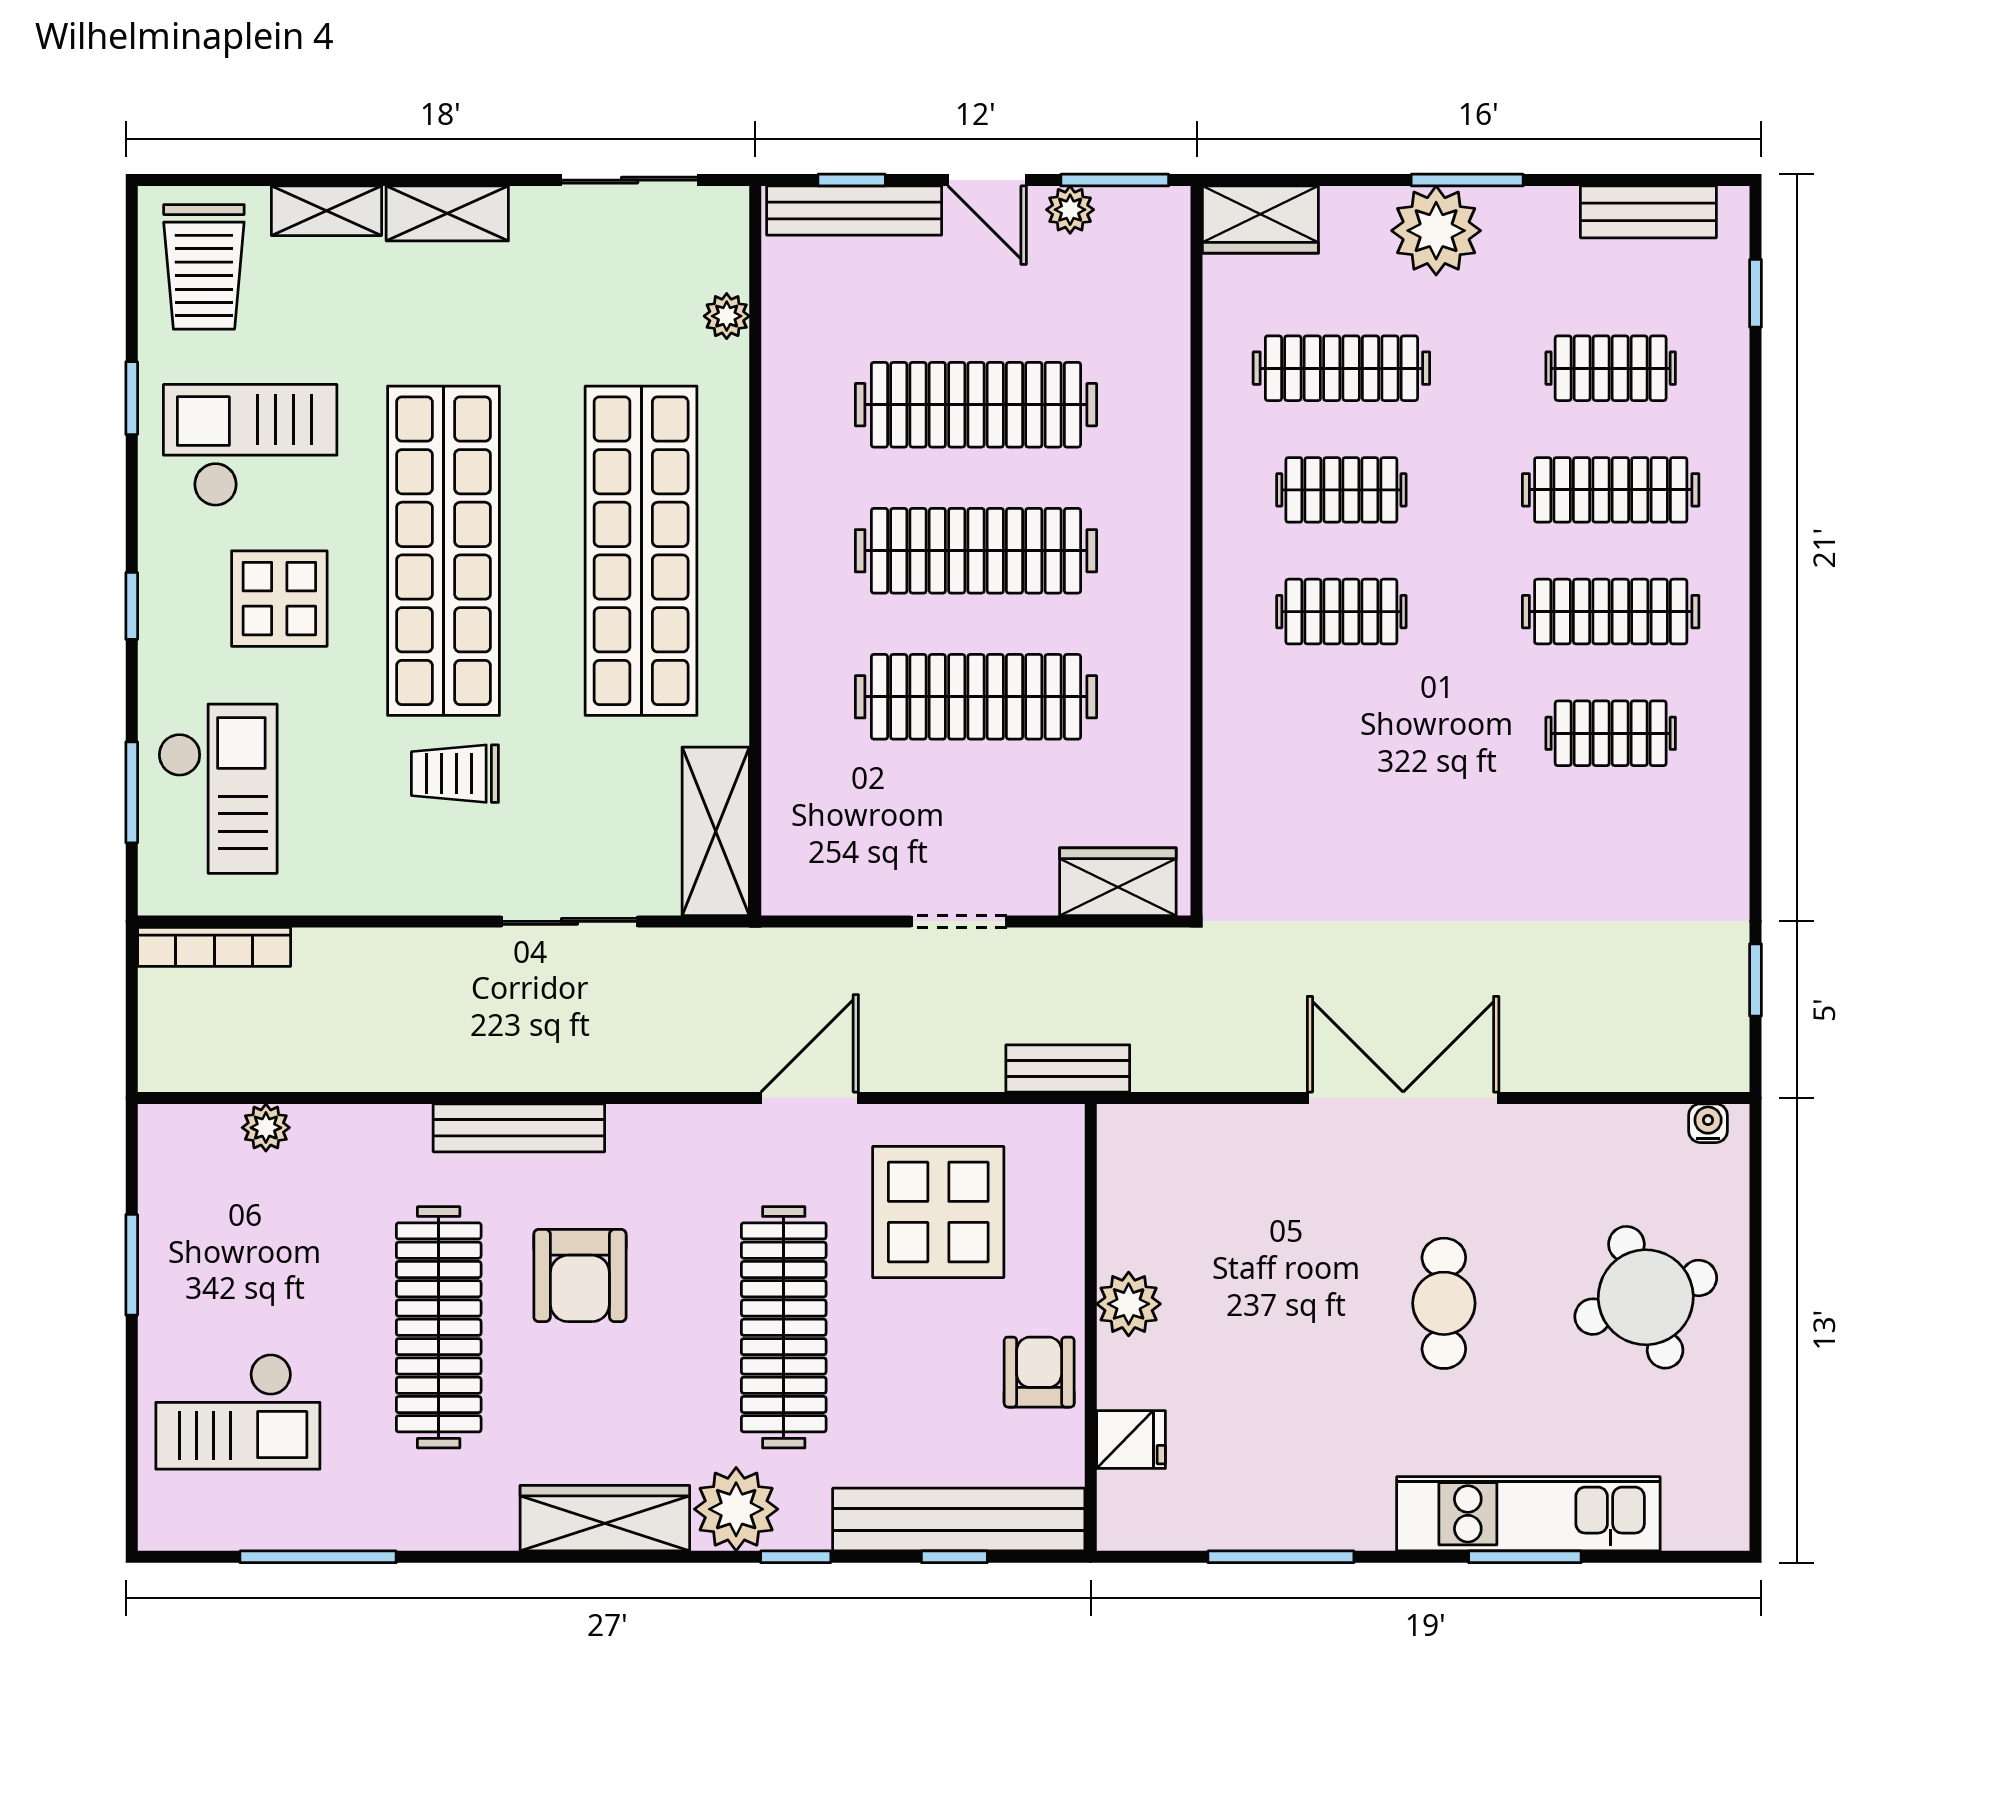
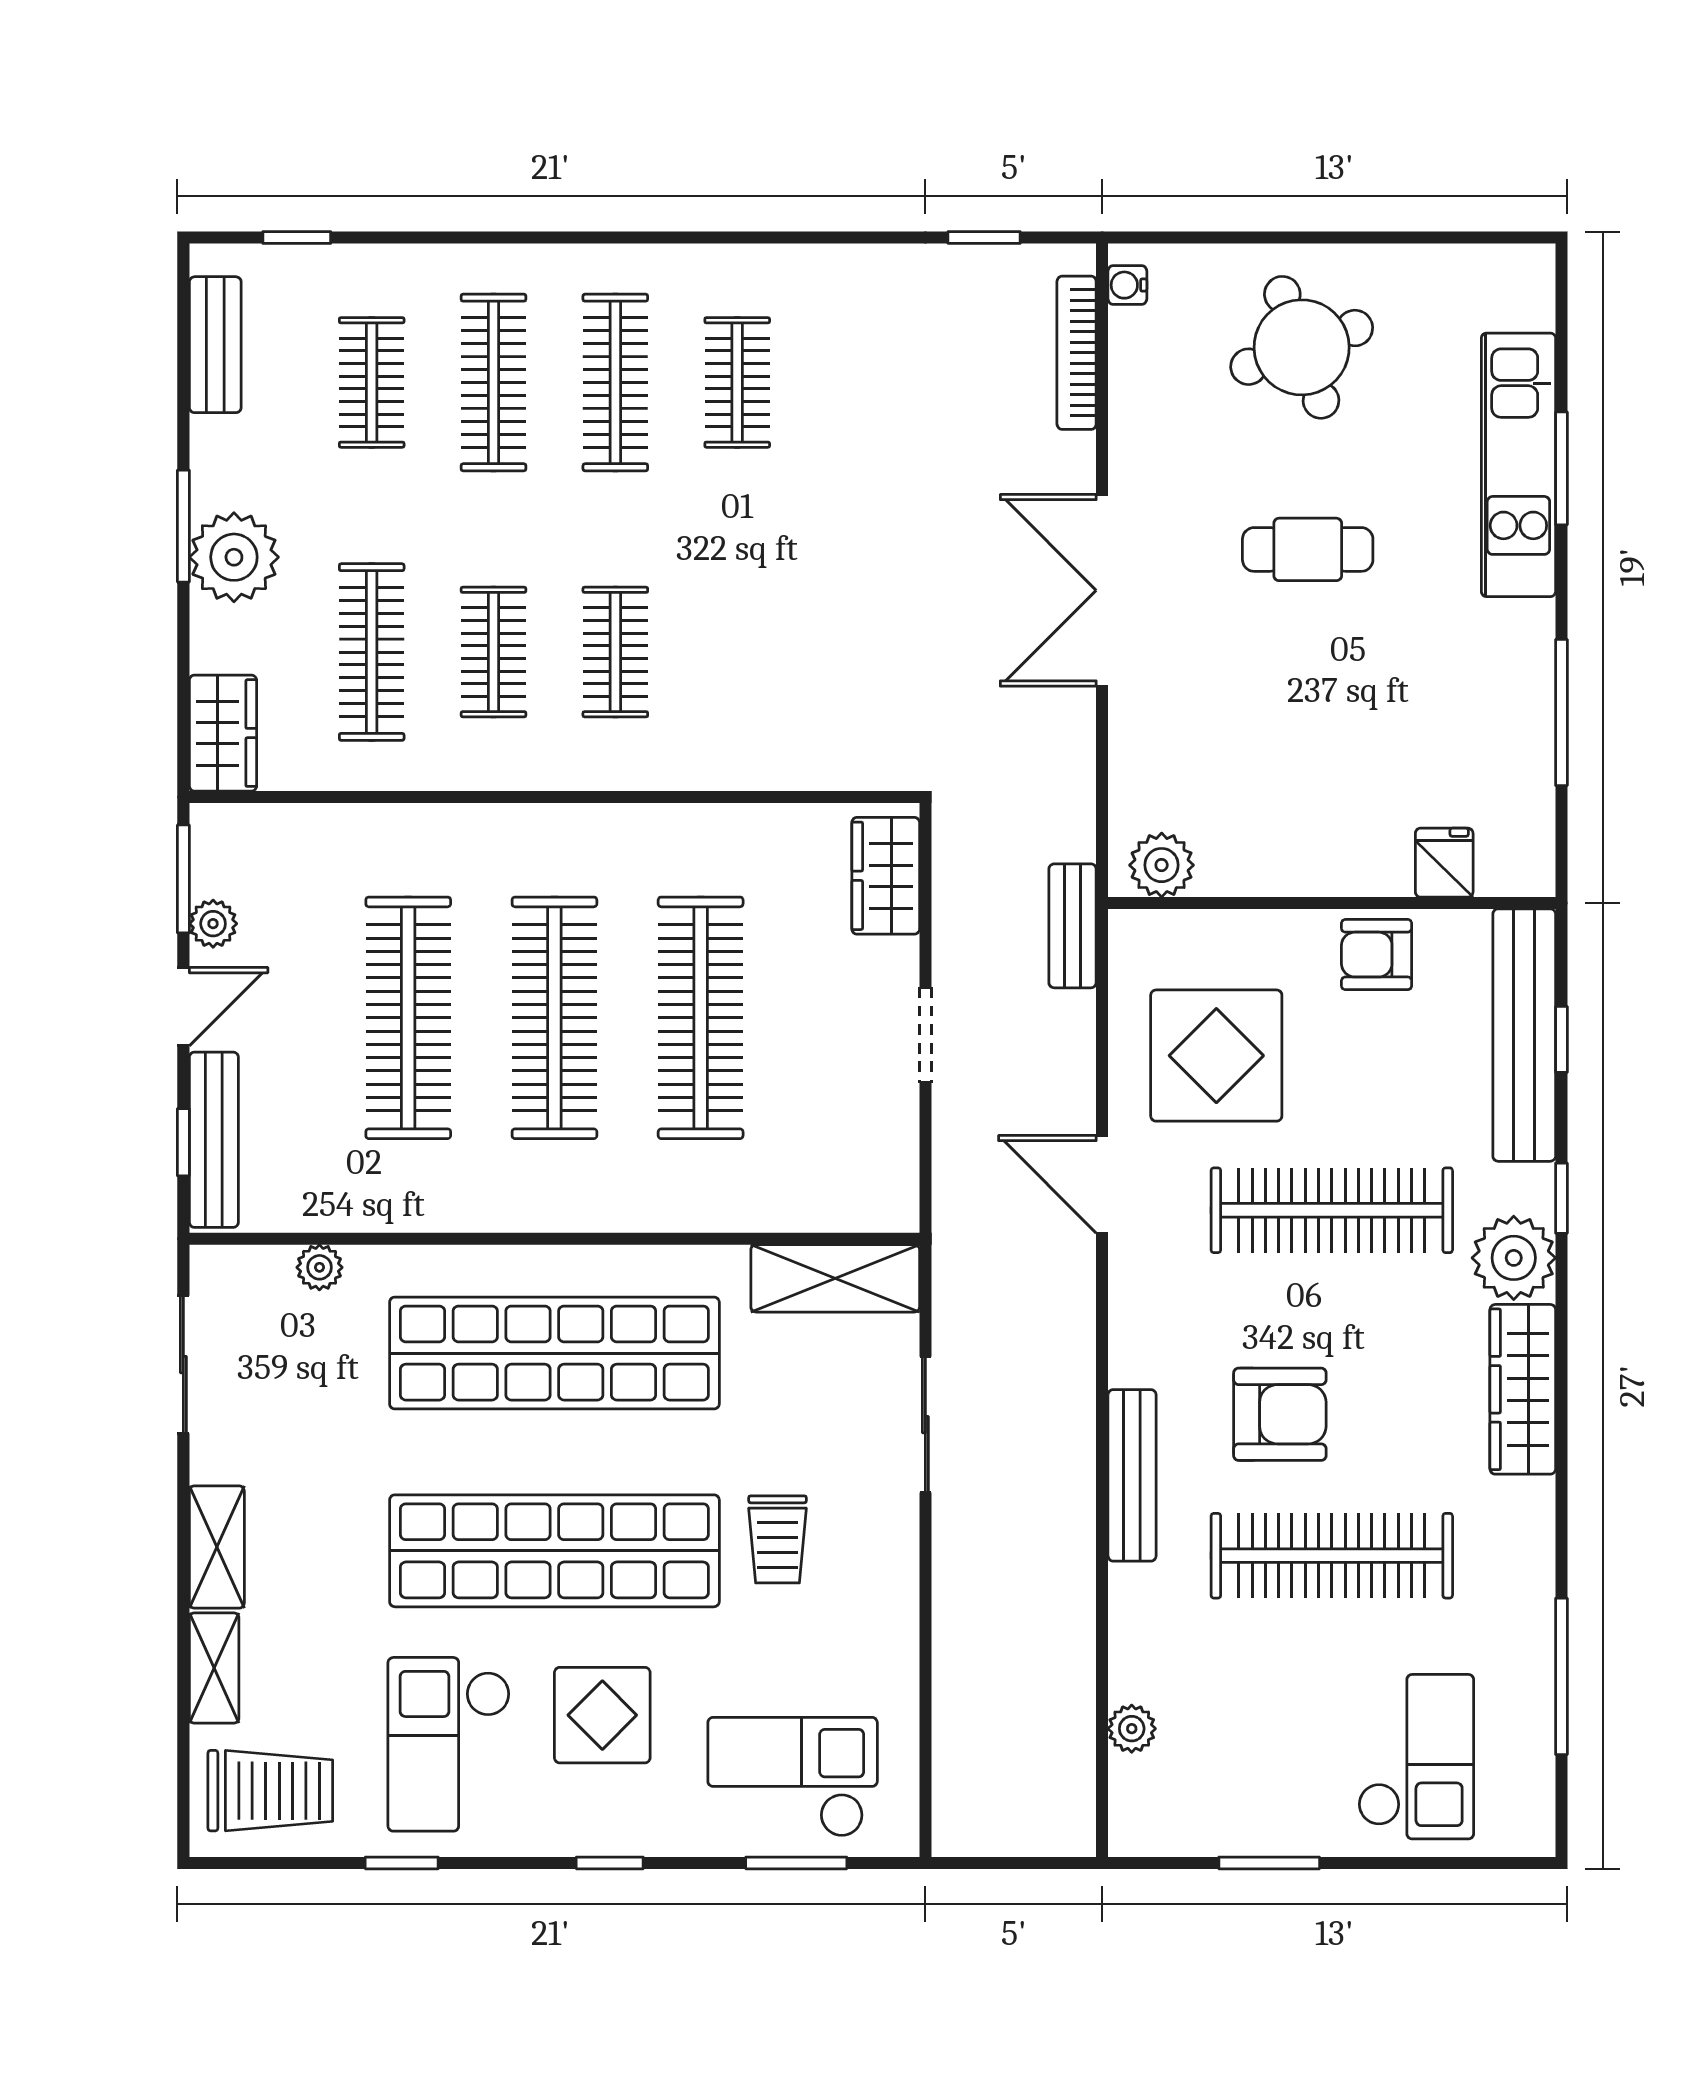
bookcase: (214, 947) -> (1077, 353), moved, turned 180
plant: (1129, 1304) -> (1162, 865), moved

